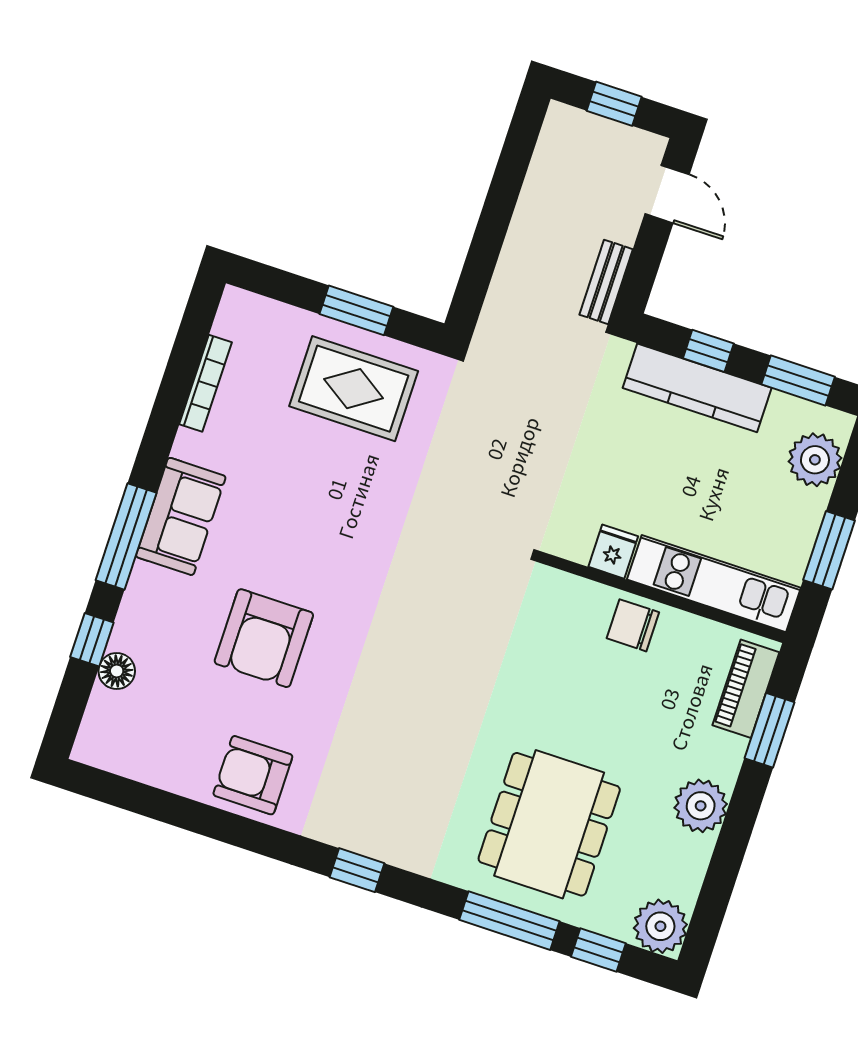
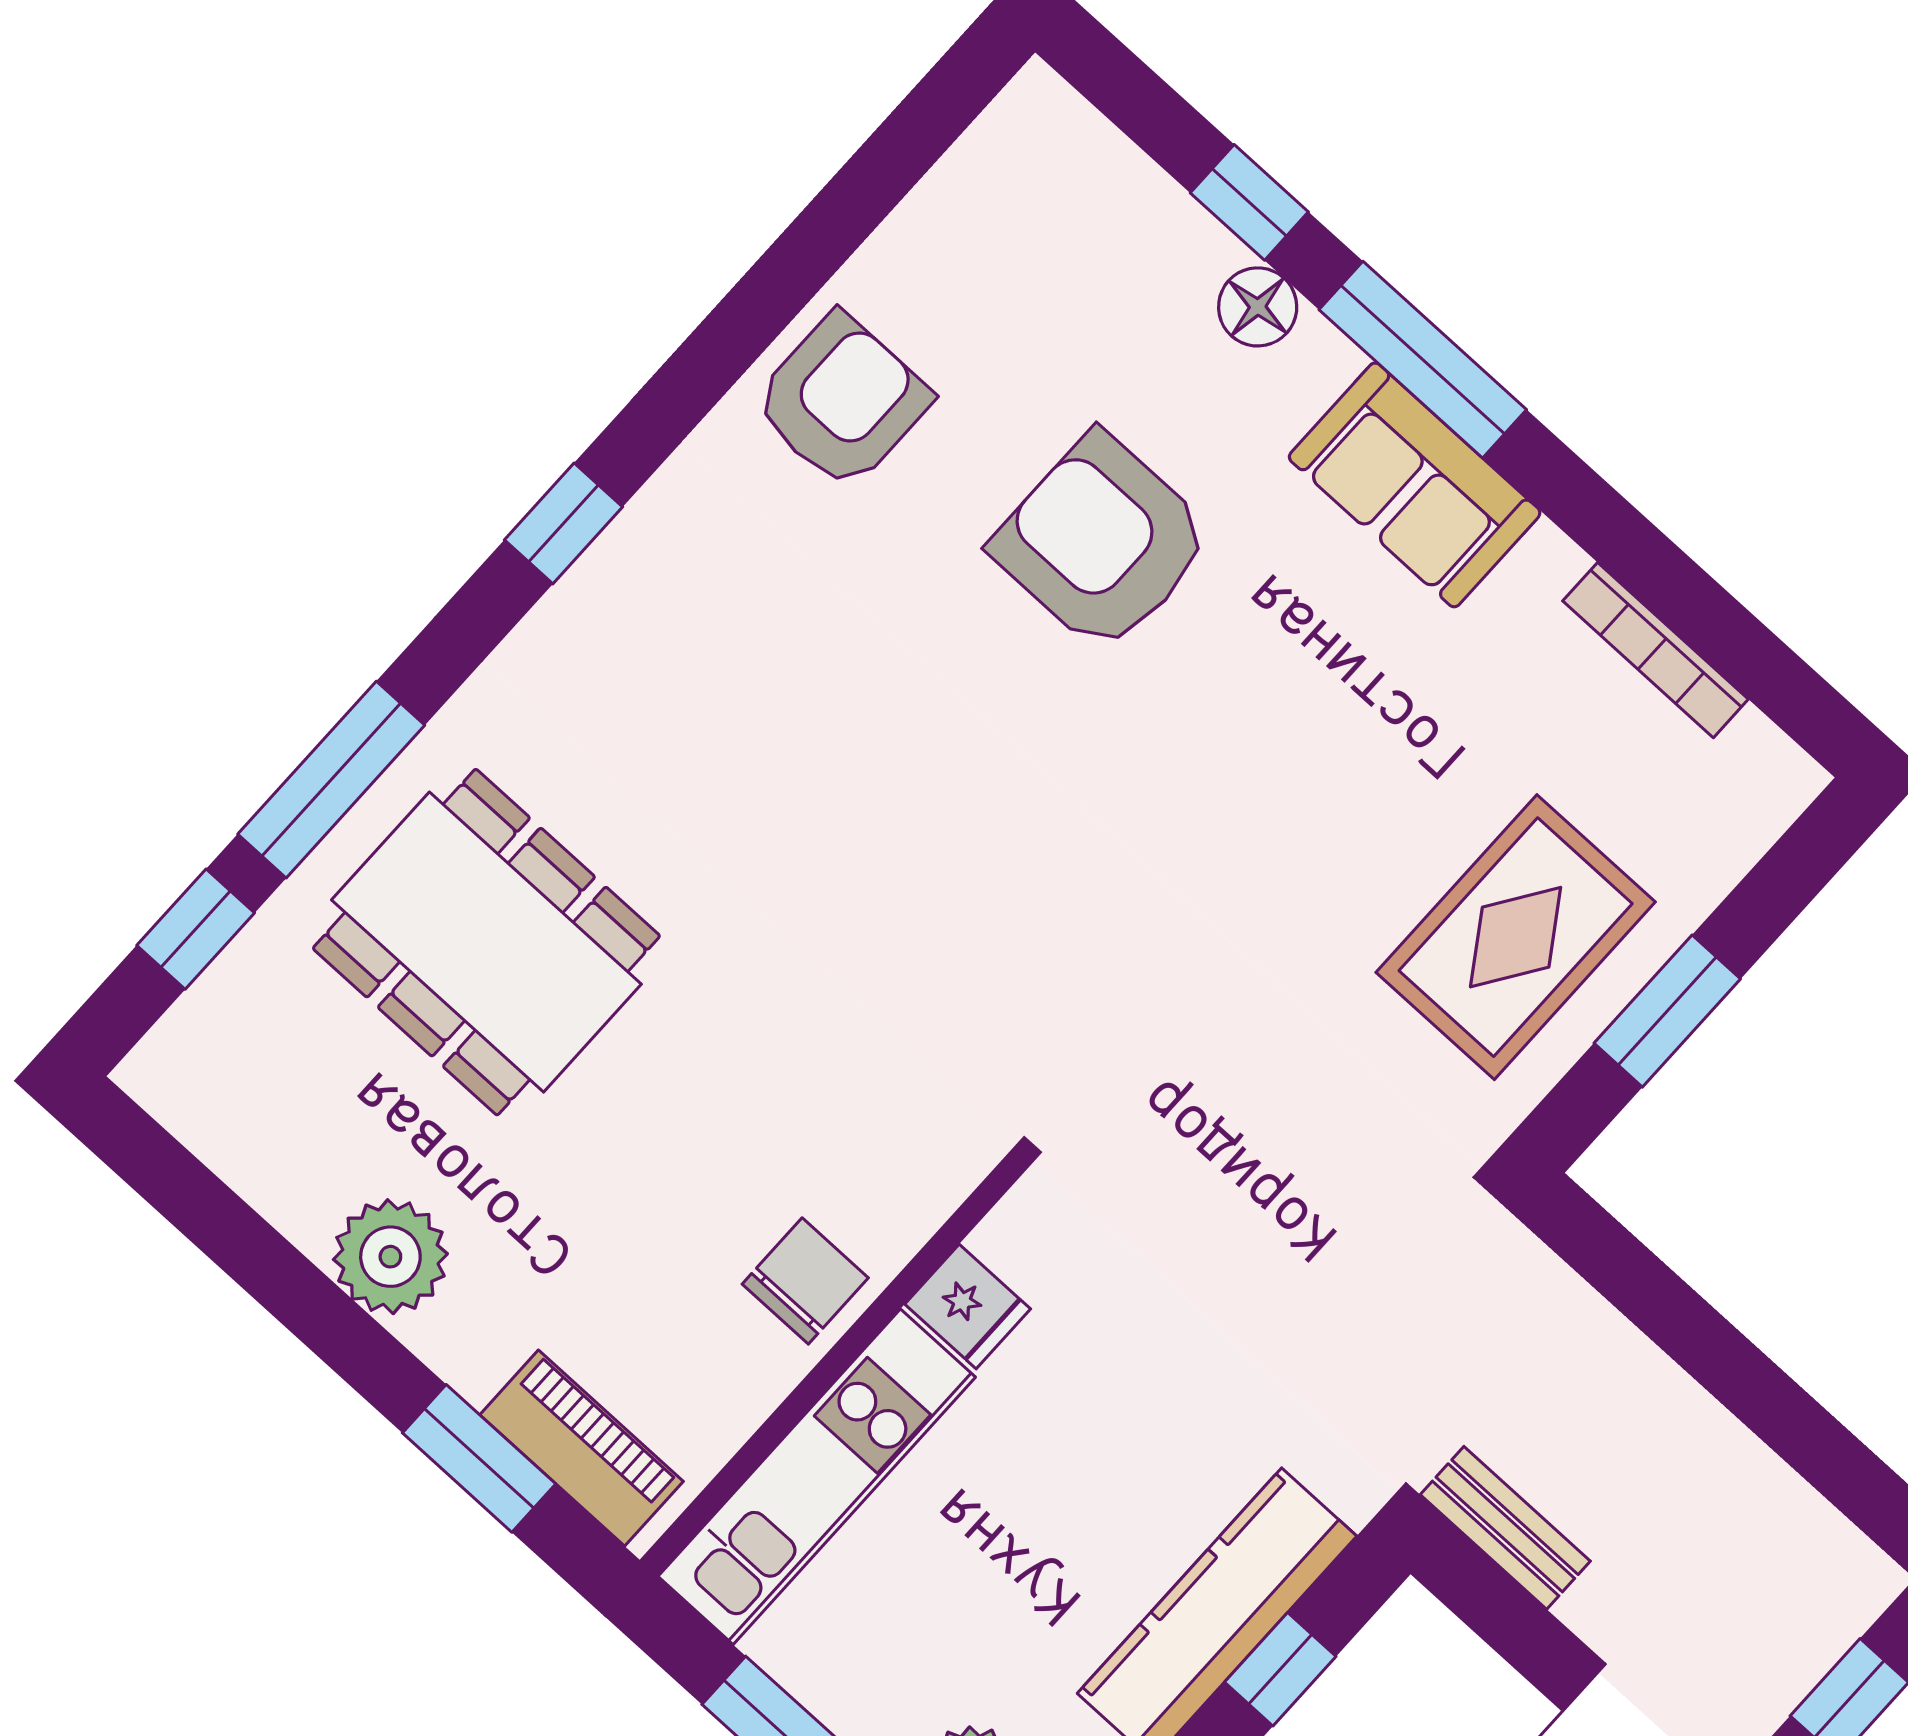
floor lamp: (117, 671) -> (1258, 307), moved
plant: (660, 926) -> (188, 1072), removed

